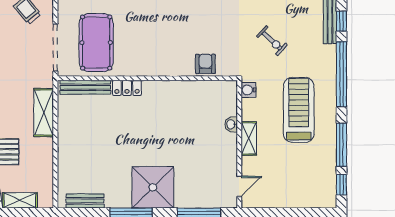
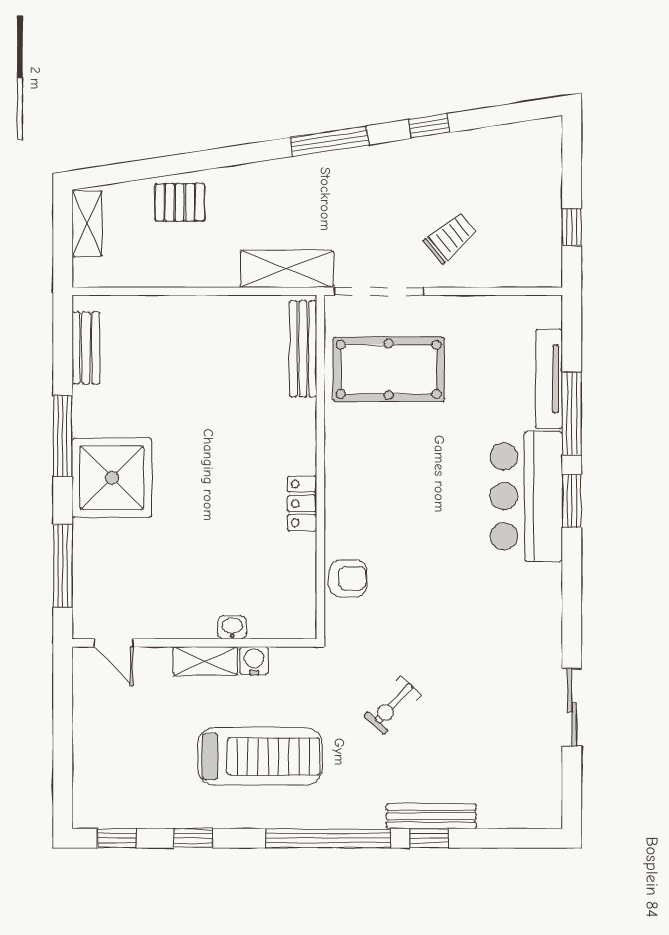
locker: (127, 88) -> (302, 504), moved
water cooler: (249, 90) -> (254, 661), moved
shelving: (44, 113) -> (287, 269), moved
window: (341, 145) -> (193, 838), width x0.46

